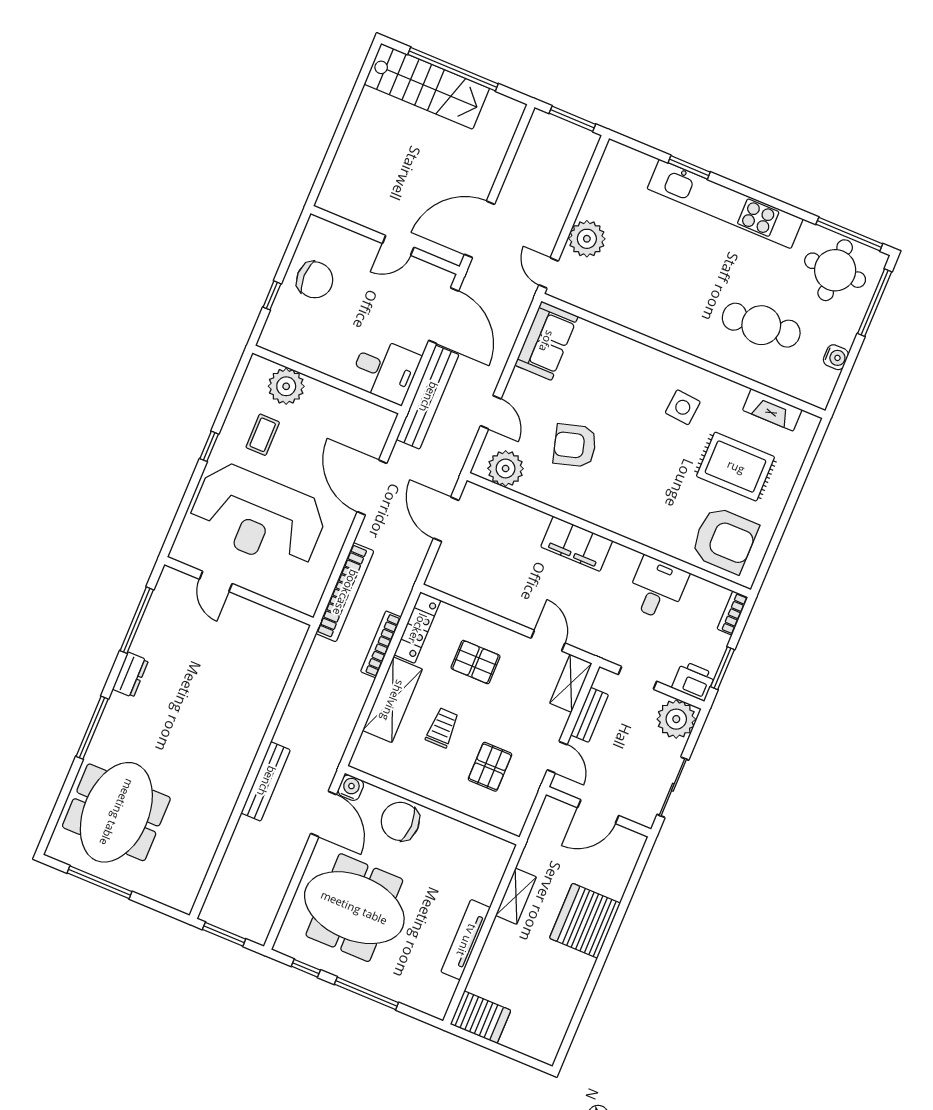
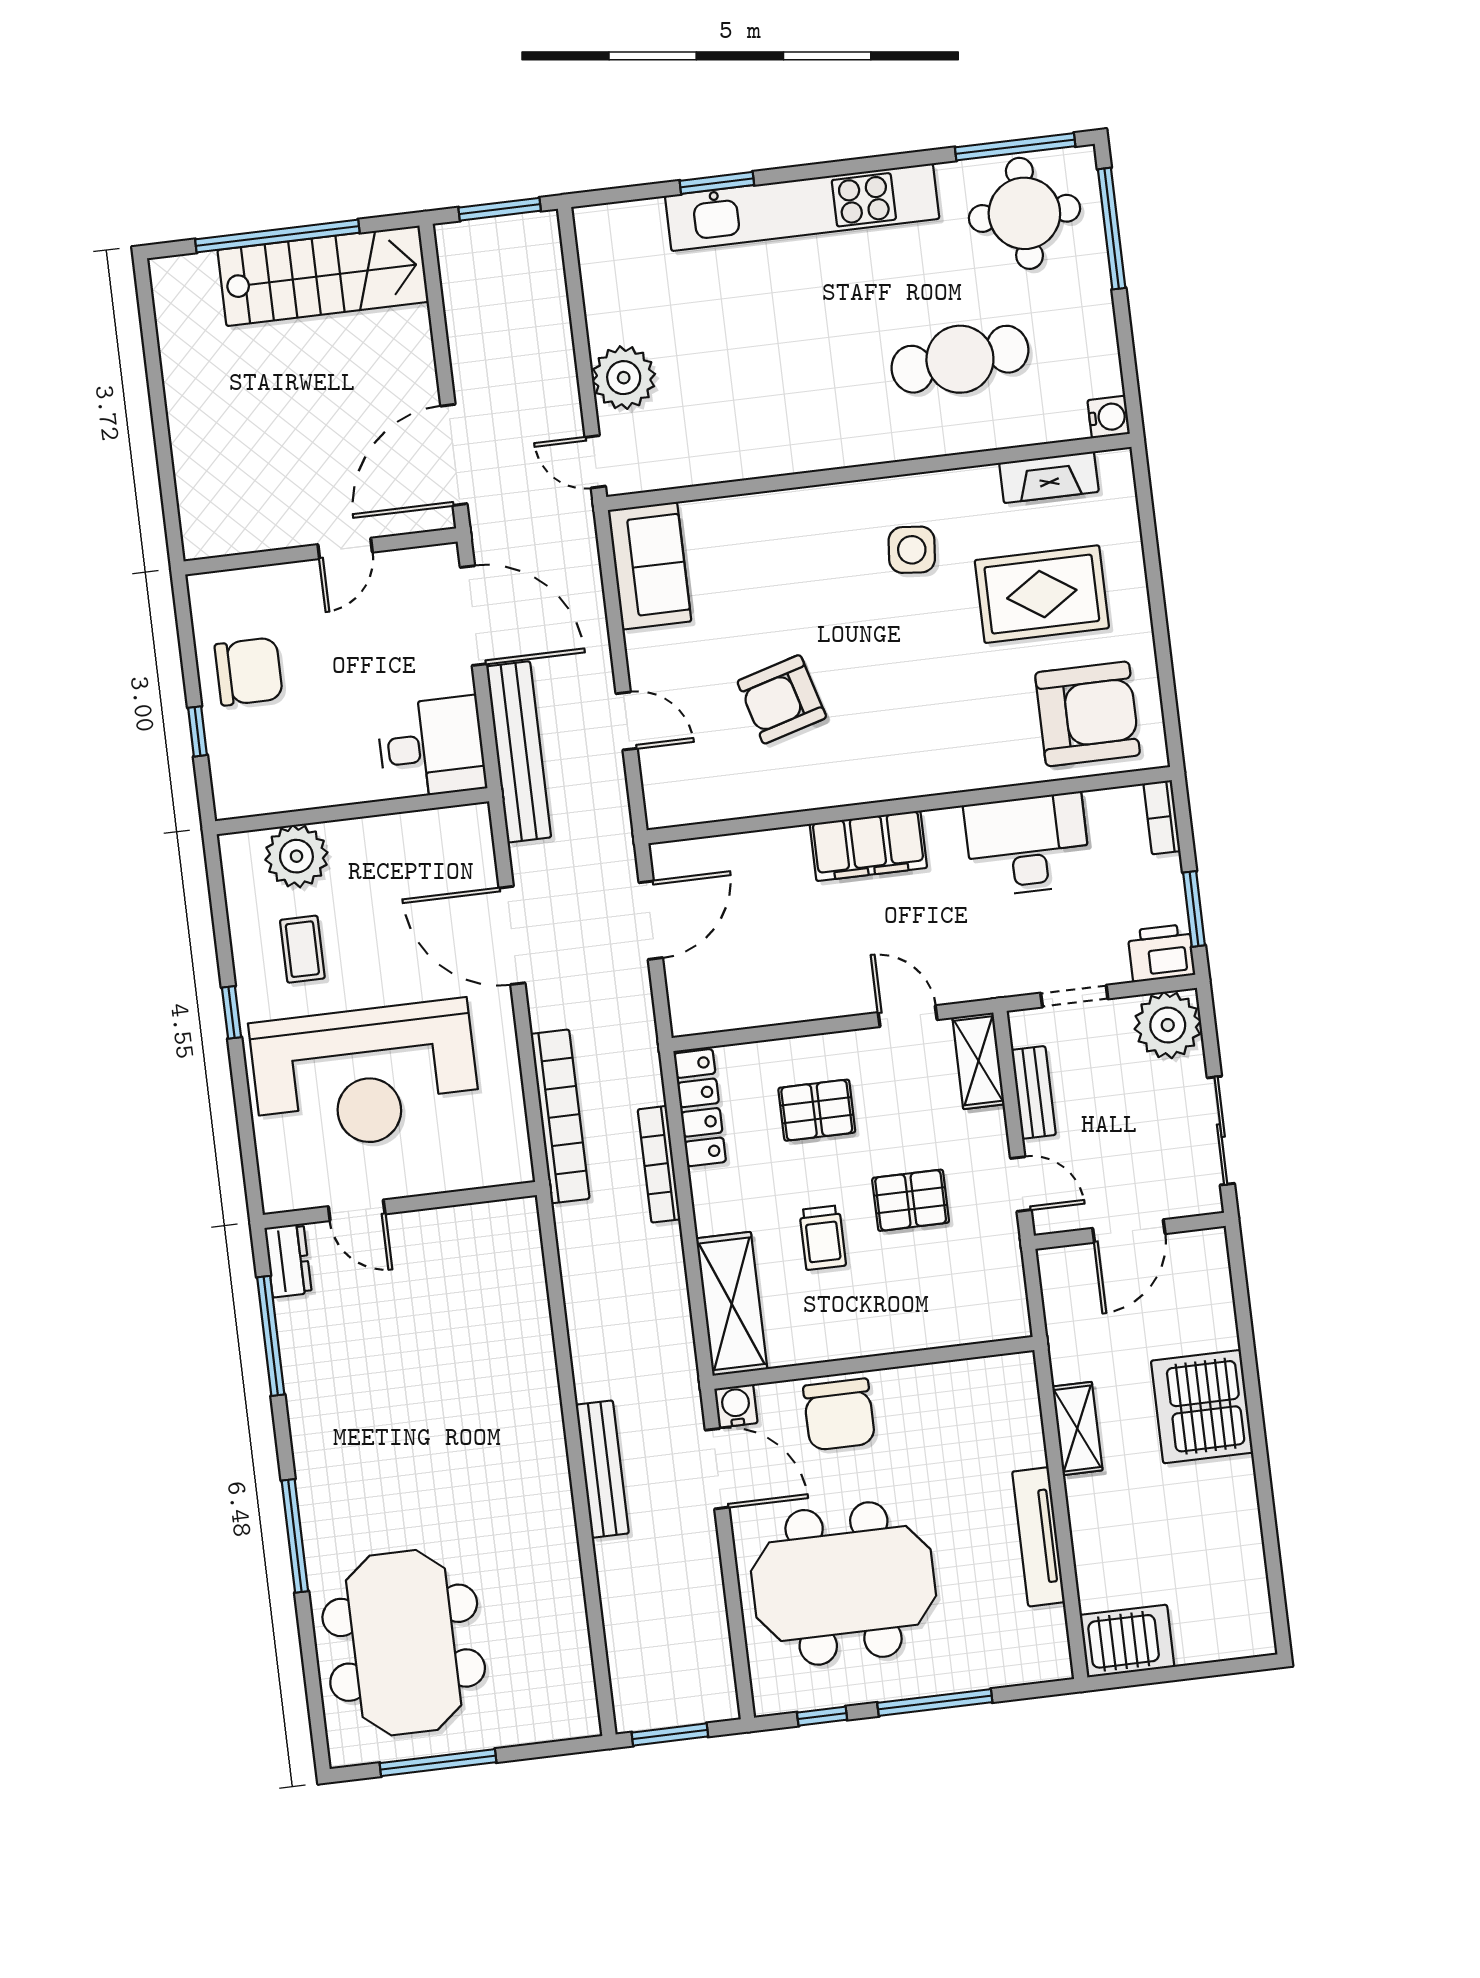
stairs: (427, 86) -> (323, 276), moved
water cooler: (836, 357) -> (1109, 417), moved
plant: (506, 469) -> (697, 793), removed
door: (446, 519) -> (651, 920), swing flipped
desk: (657, 588) -> (1027, 845), width x1.37
dresser: (130, 675) -> (288, 1261), moved
shelving: (392, 700) -> (732, 1304), moved
trolley: (442, 728) -> (823, 1238), turned 180
pallet: (490, 767) -> (911, 1200), moved, turned 90
chair: (400, 821) -> (839, 1414), turned -90

